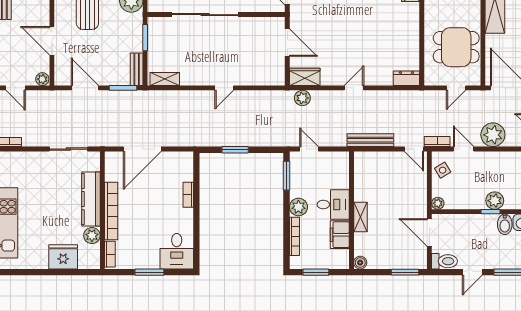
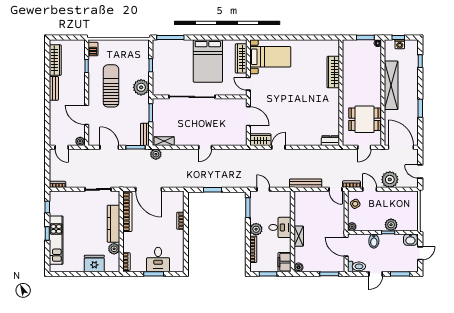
door: (354, 88) -> (278, 147), moved
plant: (302, 98) -> (156, 154), moved
door: (142, 149) -> (149, 189), hinge flipped
bookcase: (111, 211) -> (127, 212), moved
bidet: (505, 224) -> (374, 241), moved
filing cabinet: (340, 235) -> (285, 262), moved
desk: (177, 251) -> (158, 260), moved

